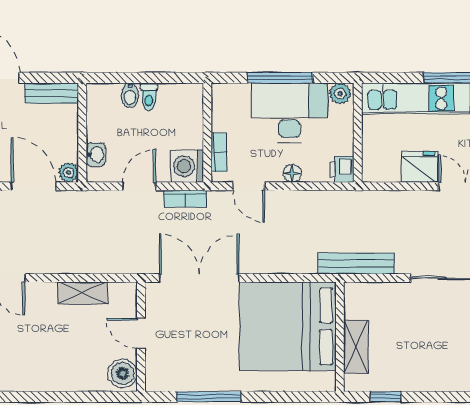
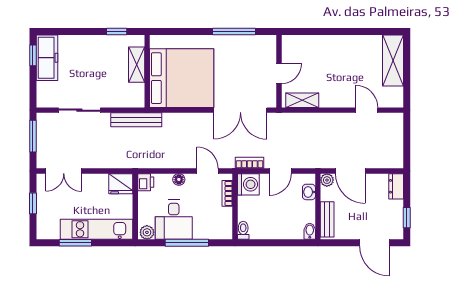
bench: (52, 93) -> (327, 219), moved, turned 90
bidet: (130, 95) -> (310, 231), moved
toilet: (149, 97) -> (243, 230), moved
desk: (289, 113) -> (174, 220), width x0.73
fridge: (419, 167) -> (121, 184), moved
shelving: (83, 293) -> (302, 100), moved
door: (141, 333) -> (279, 73), hinge flipped
boiler: (123, 373) -> (291, 47), removed

